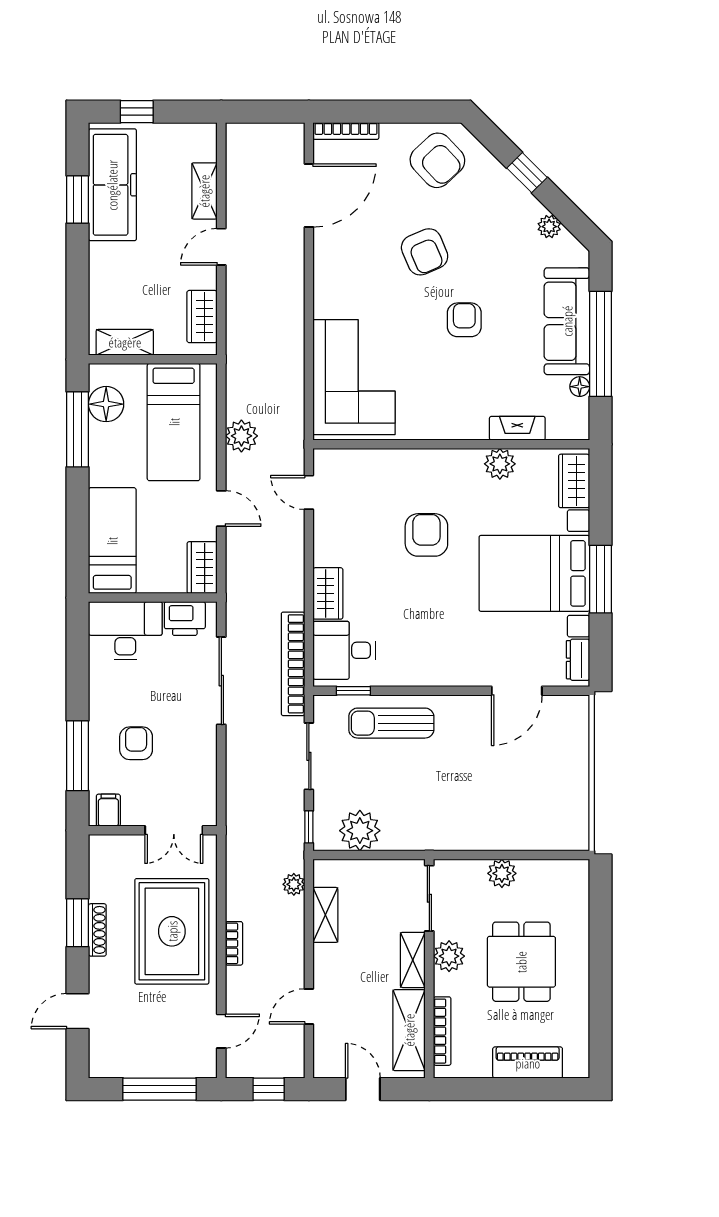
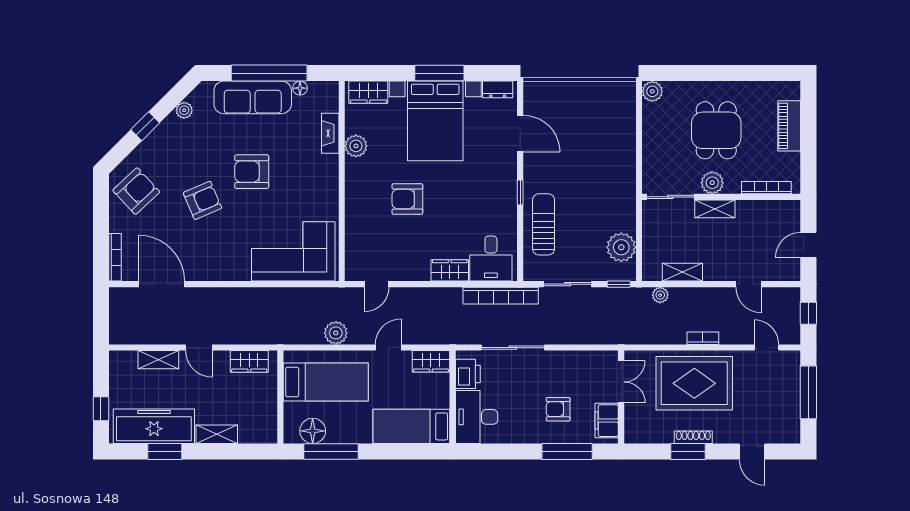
armchair: (464, 320) -> (252, 172), width x1.38, depth x1.38
shelving: (125, 342) -> (217, 434), moved, turned 90
window: (353, 691) -> (520, 193), moved
sun lounger: (391, 723) -> (544, 224), turned 180
filing cabinet: (108, 810) -> (607, 421), width x2.00
plant: (502, 873) -> (652, 91), moved
dining table: (521, 962) -> (716, 130), turned 90
shelving: (409, 1030) -> (766, 212), removed

